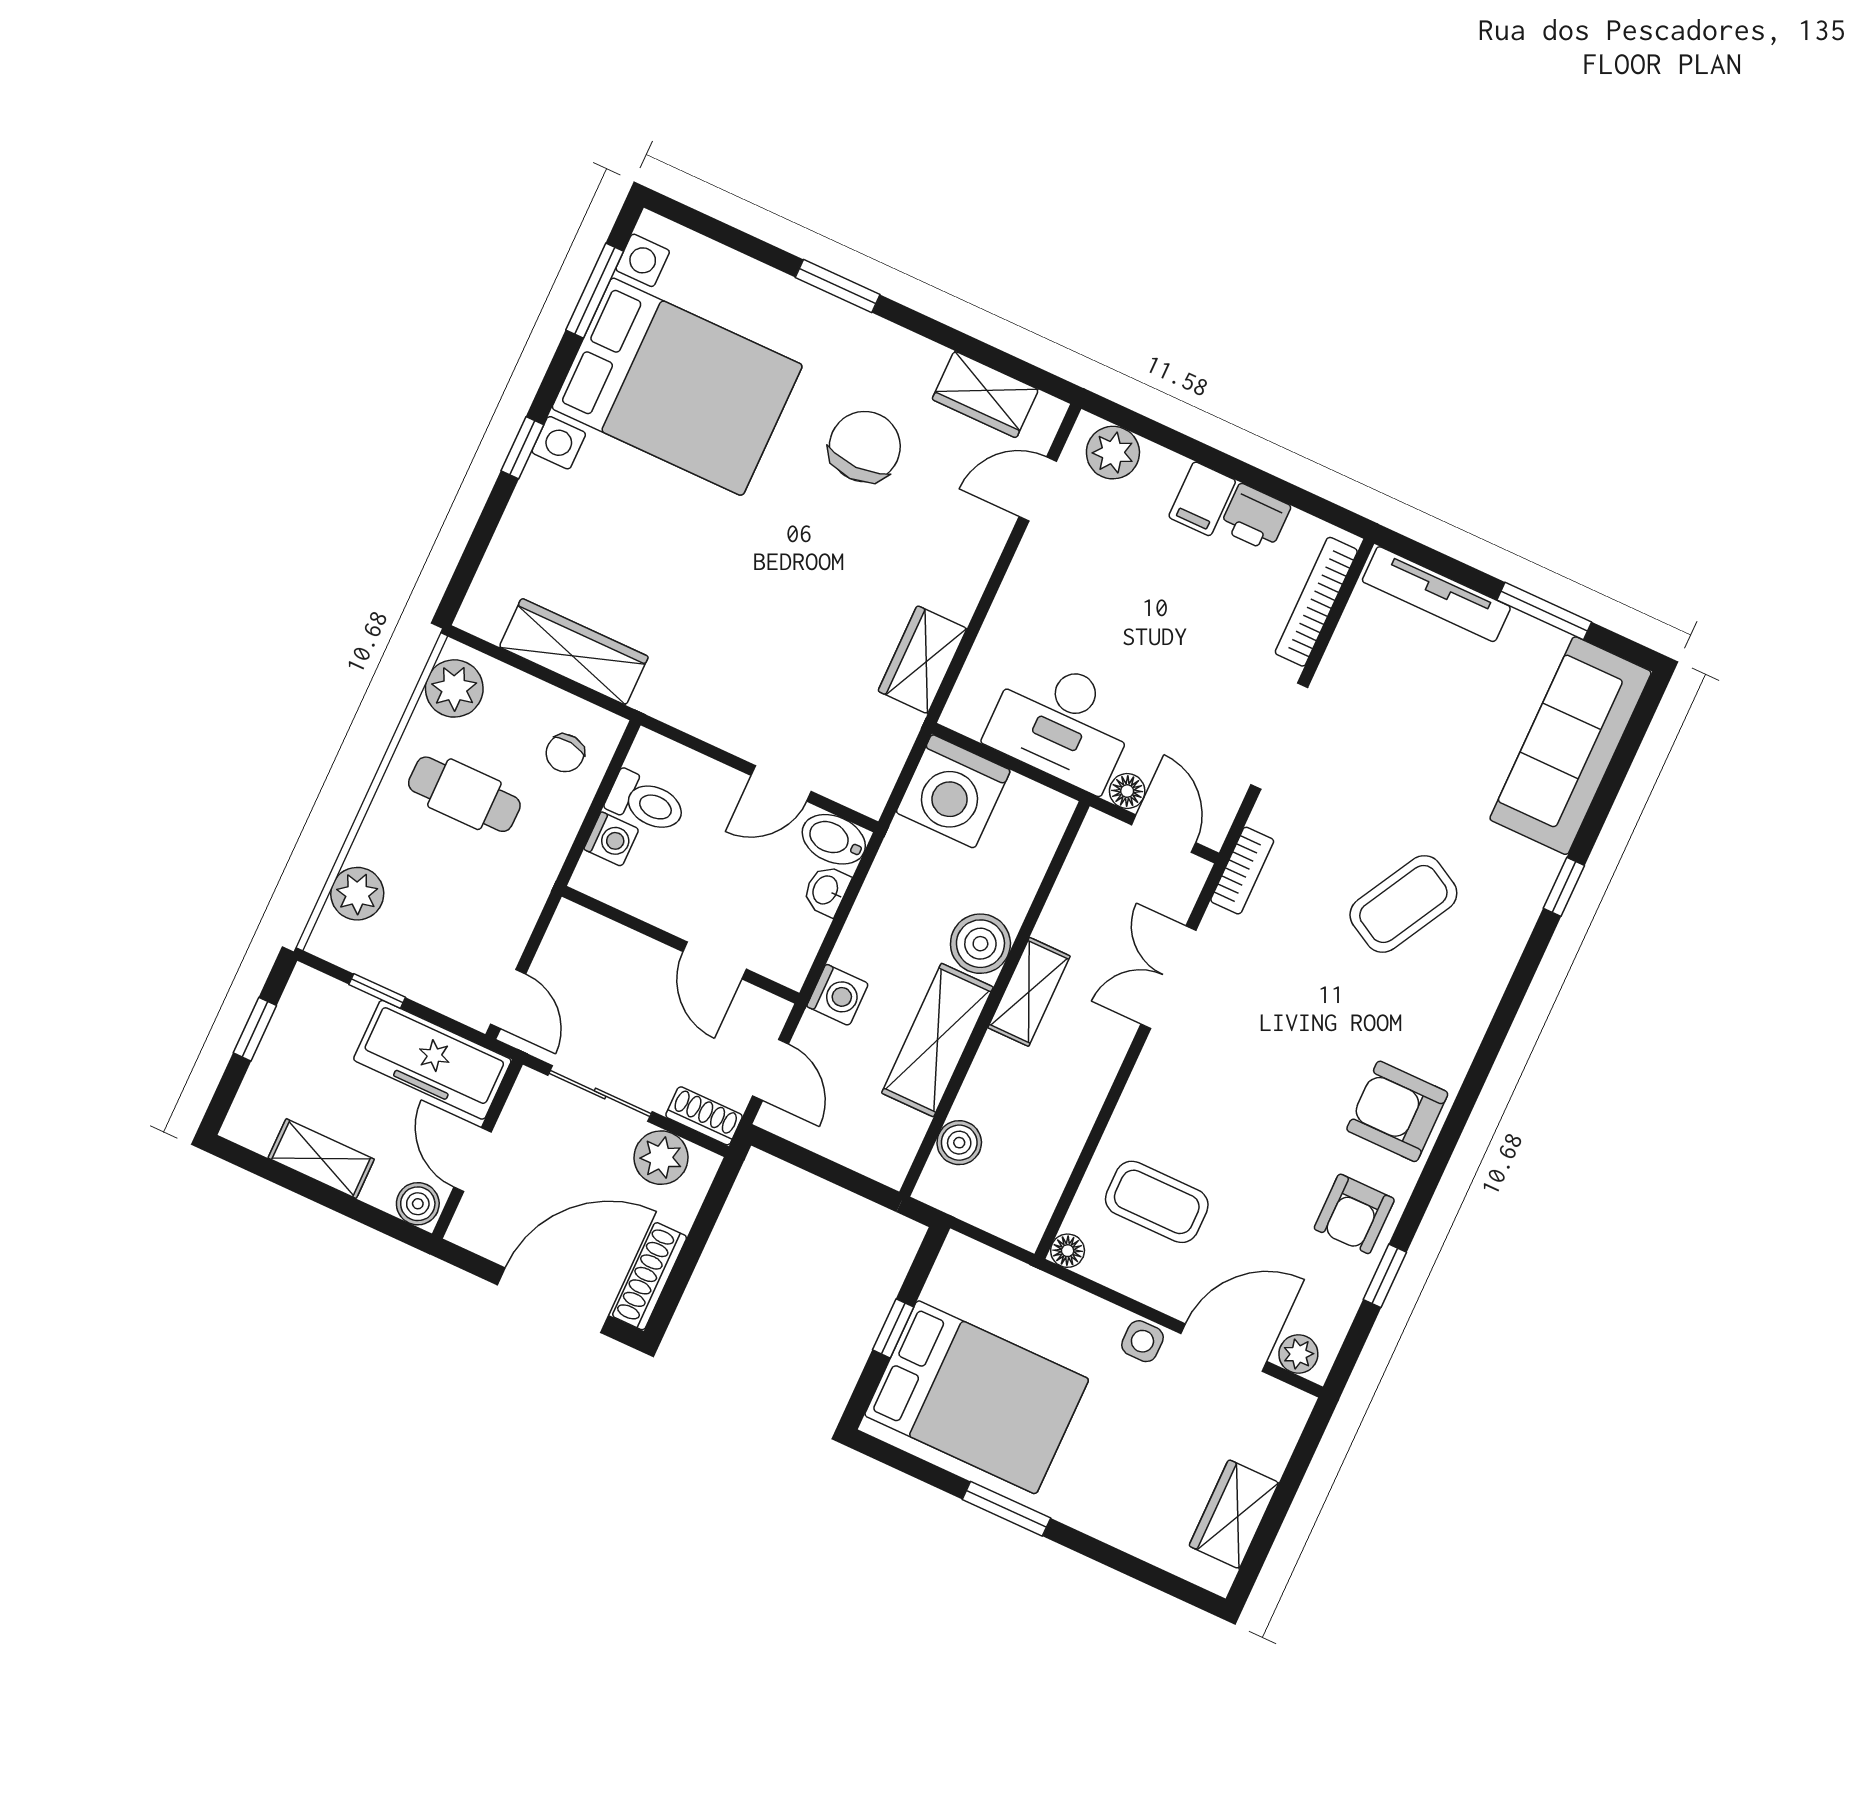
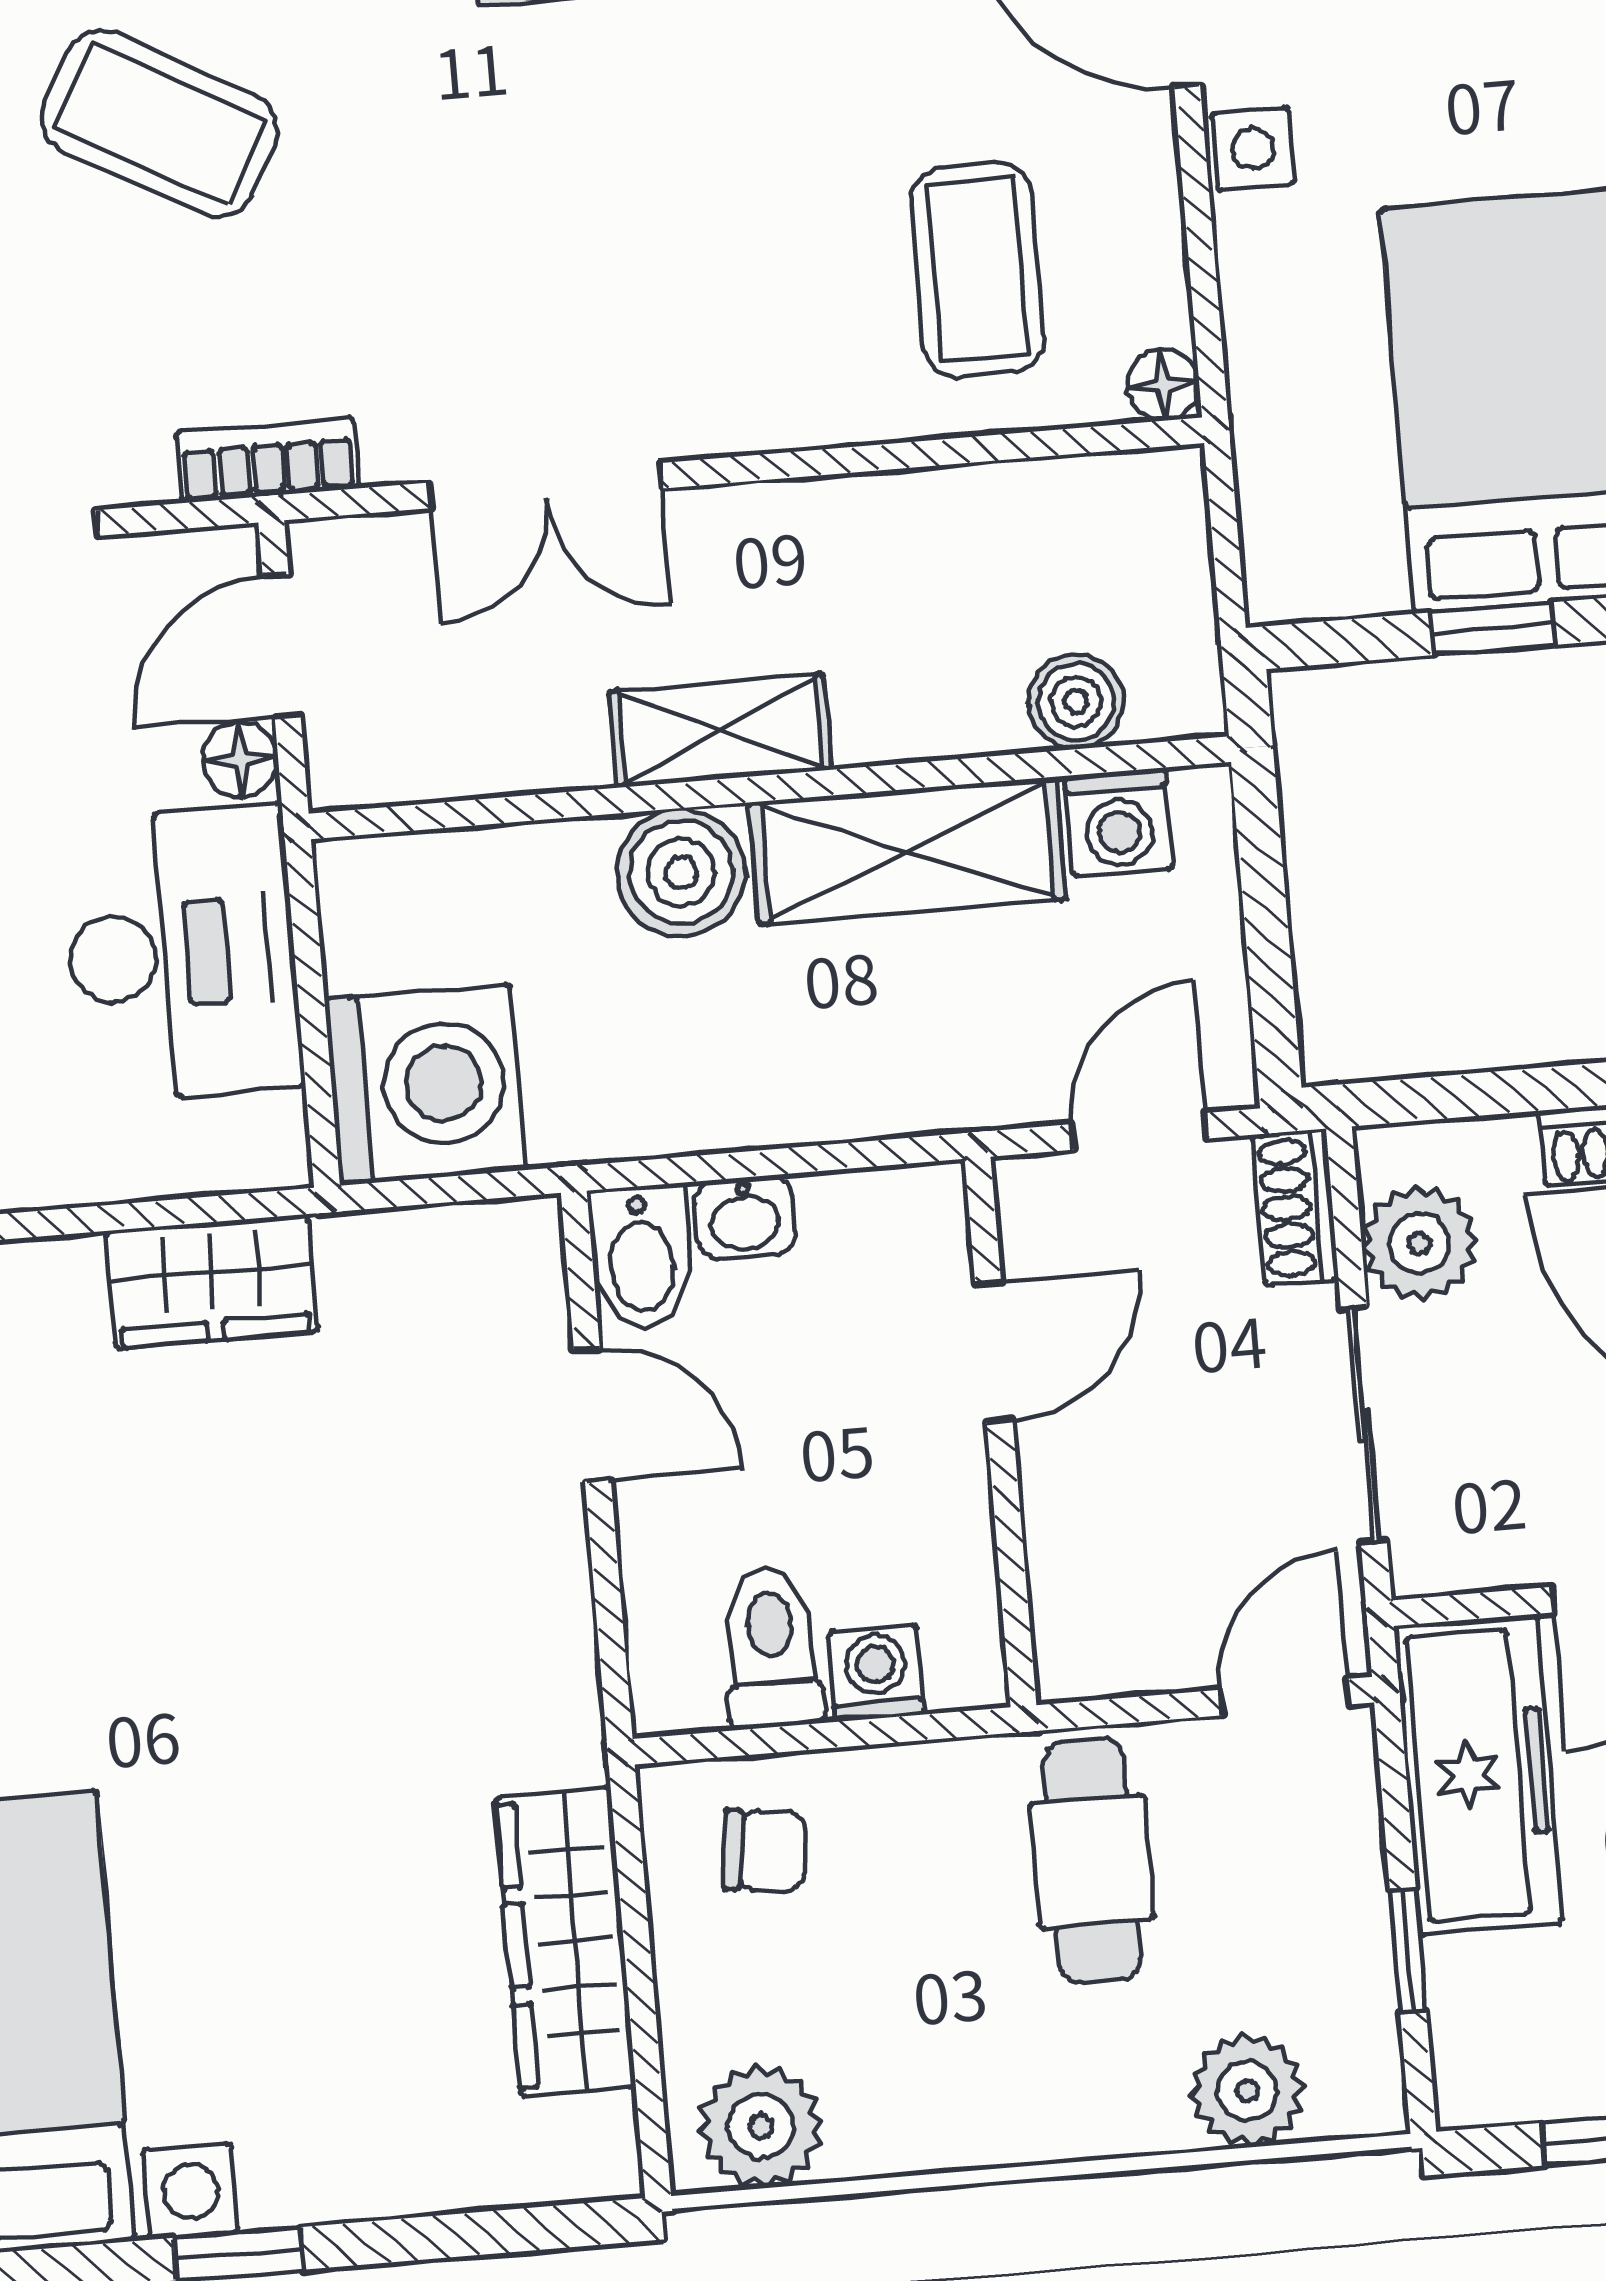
cafe table: (464, 794) -> (1092, 1861), moved
washing machine: (838, 995) -> (1119, 822), moved, turned 180

